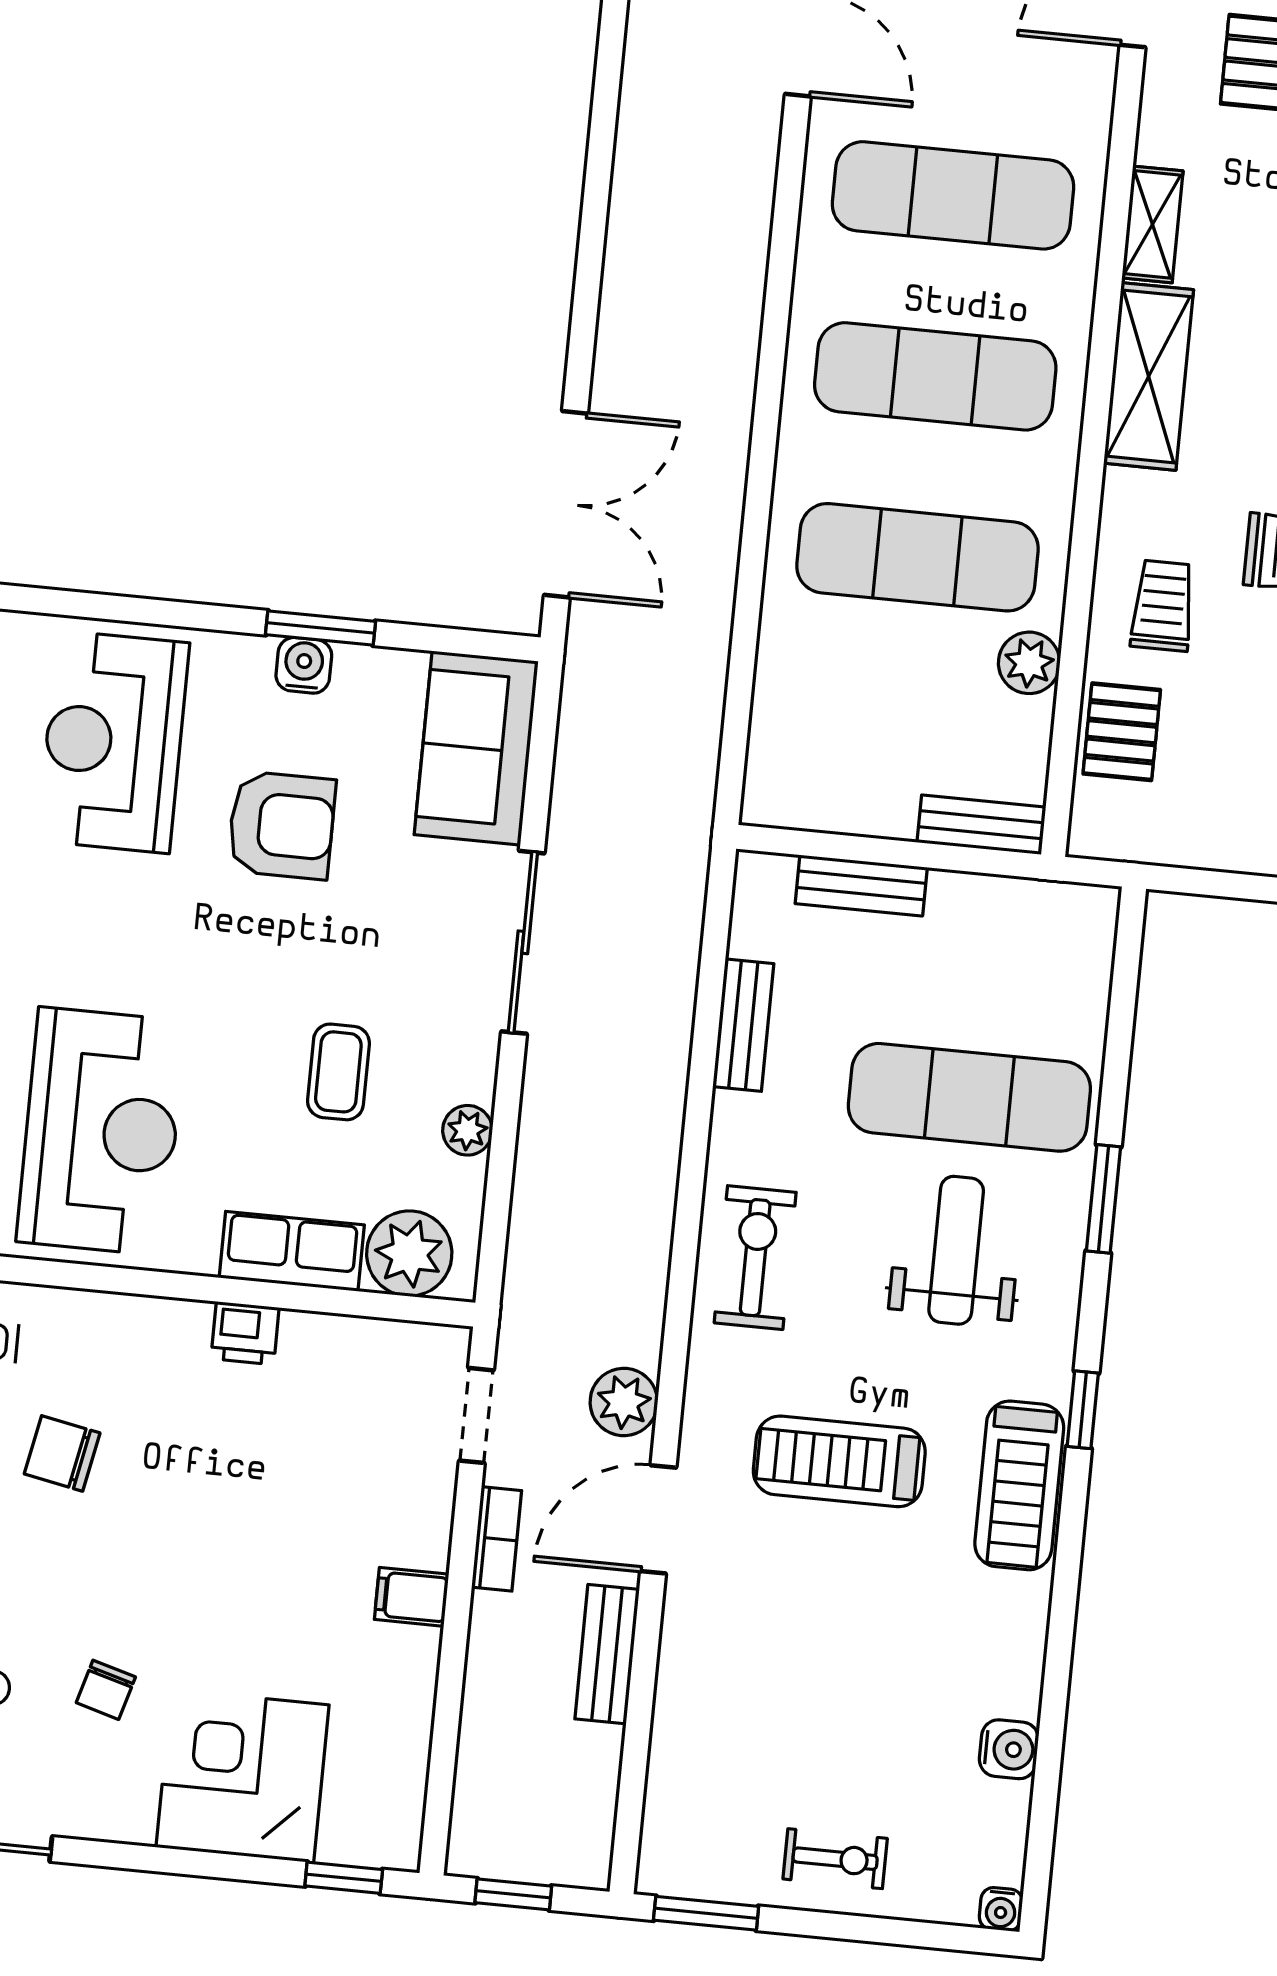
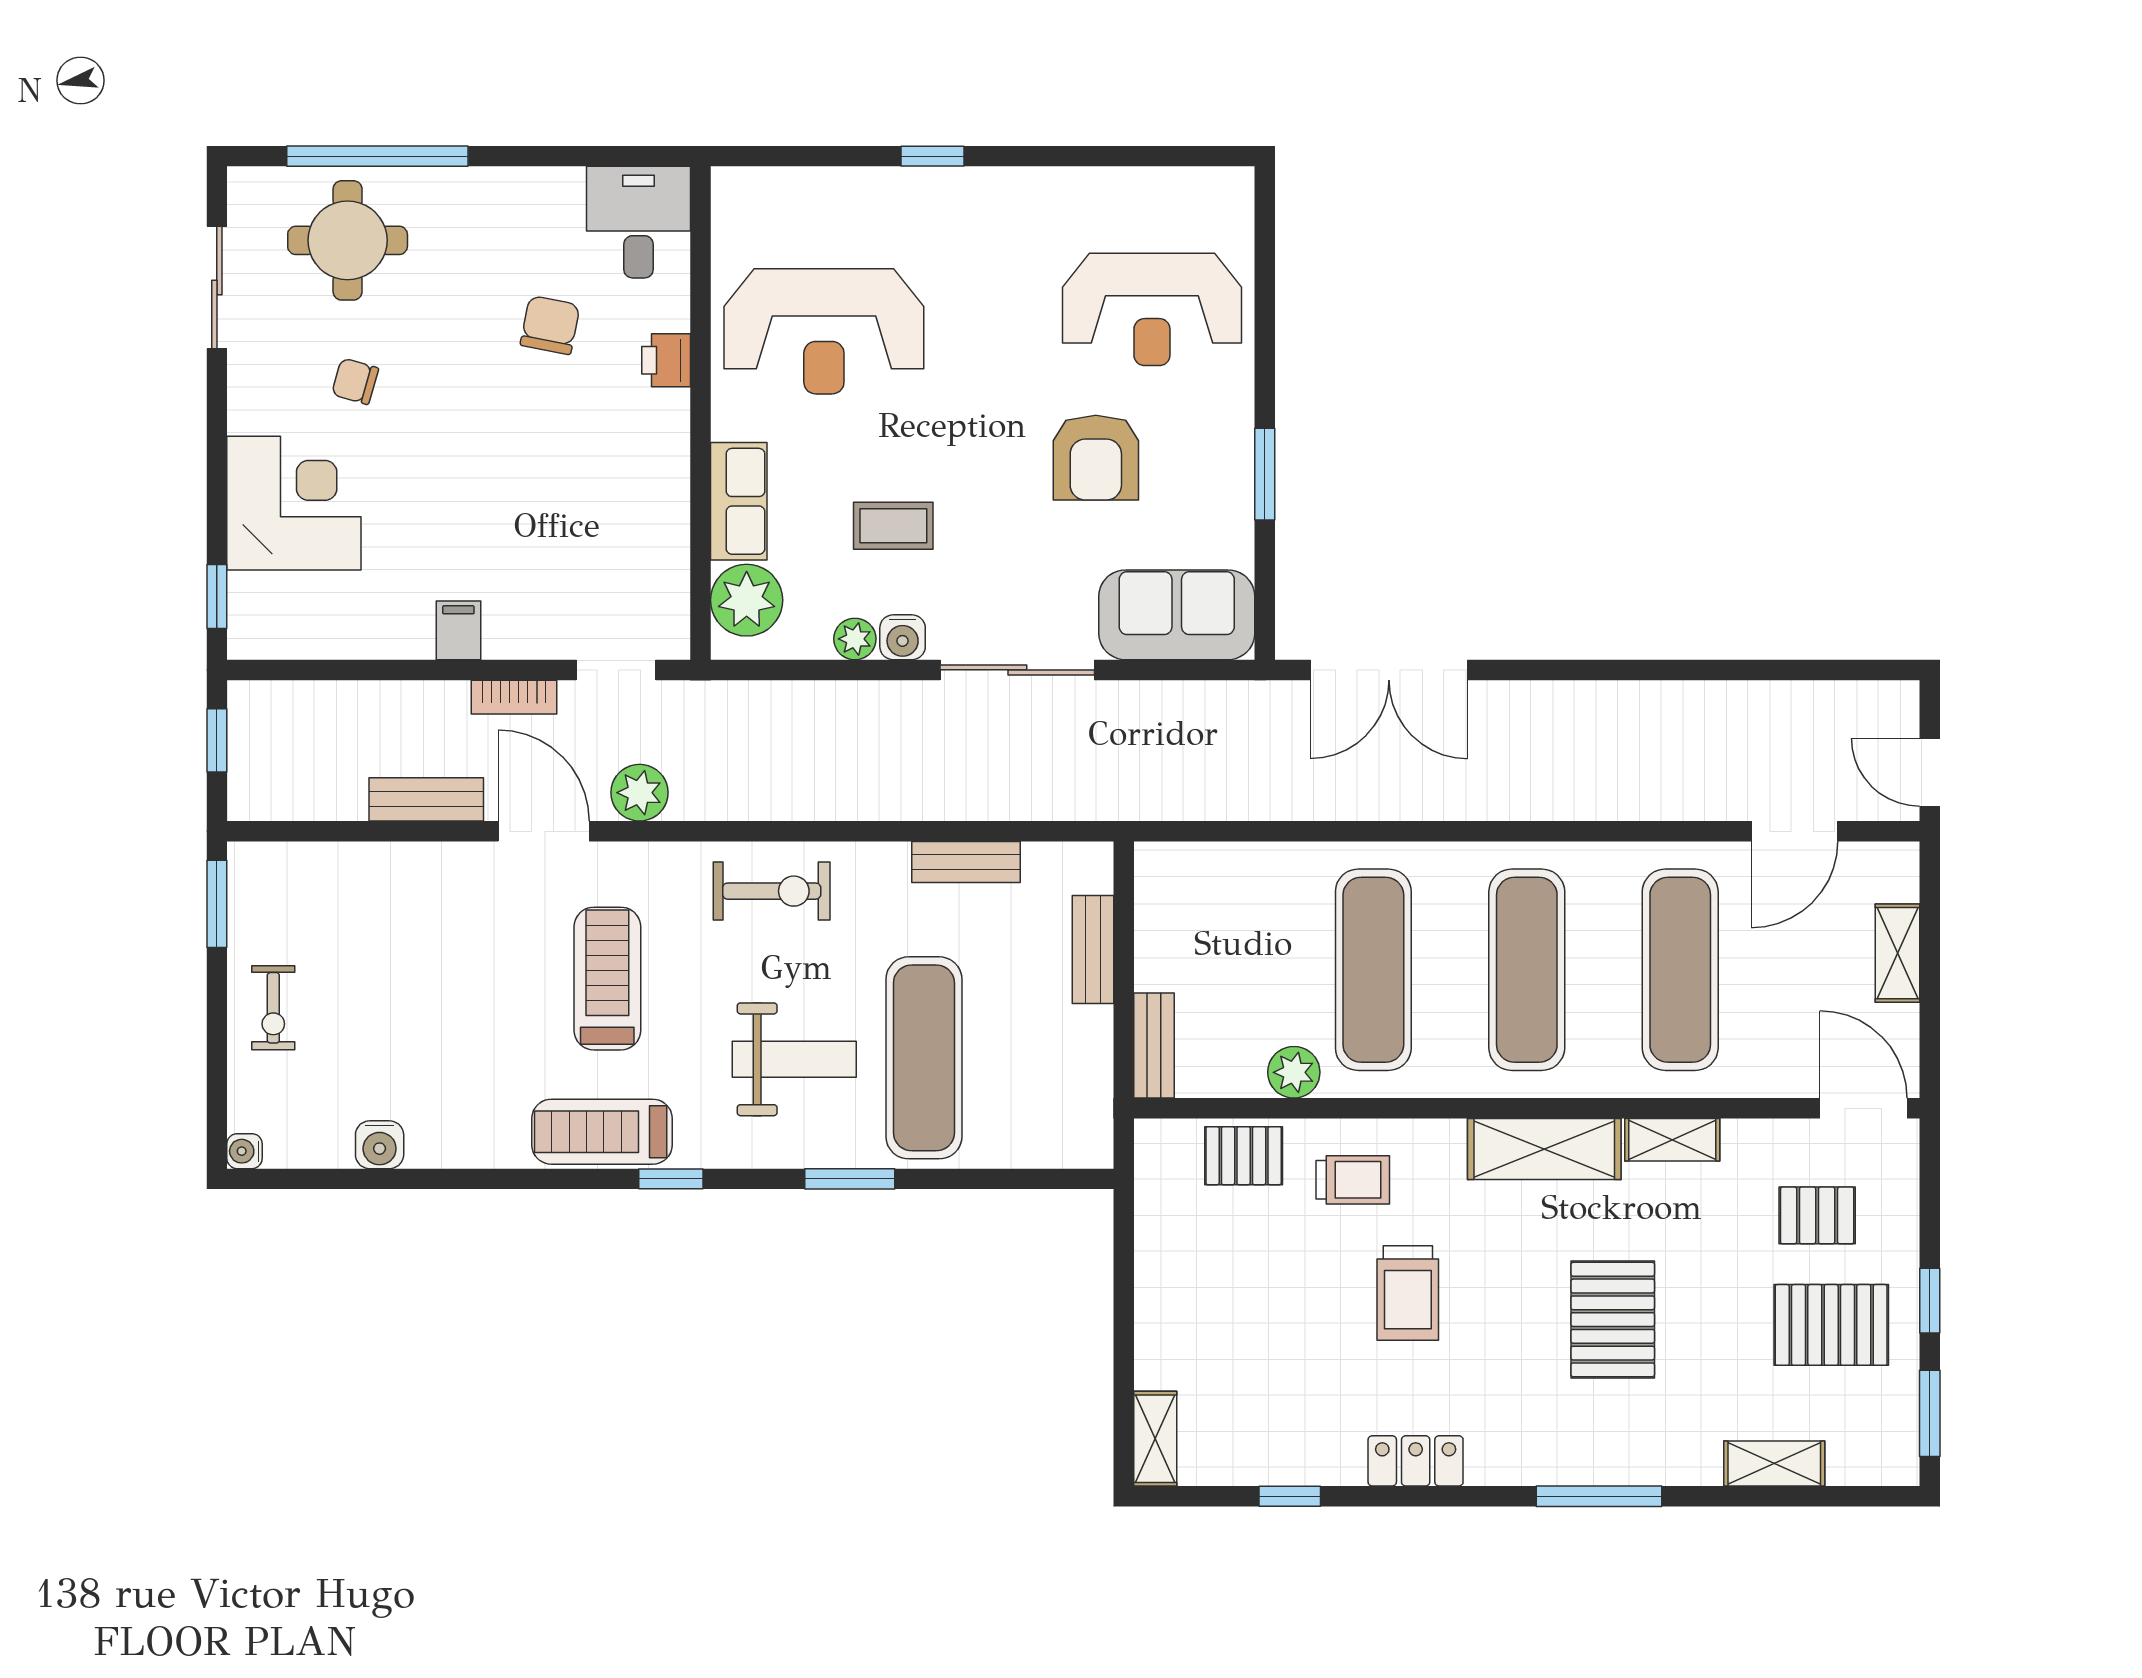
water cooler: (304, 665) -> (903, 637), moved, turned 90
reception desk: (113, 742) -> (1152, 309), turned 180
printer: (245, 1333) -> (666, 360), moved

